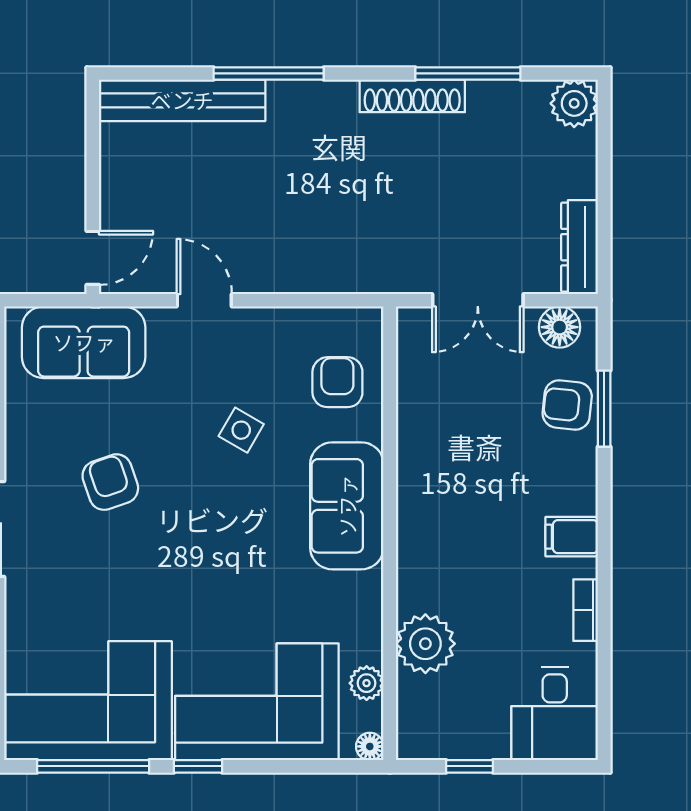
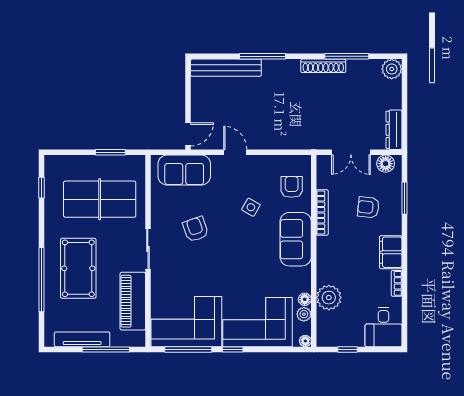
armchair: (567, 405) -> (368, 207), moved
bookcase: (410, 443) -> (322, 213), added
filing cabinet: (572, 537) -> (391, 252), width x2.00
floor lamp: (369, 648) -> (305, 299), added

